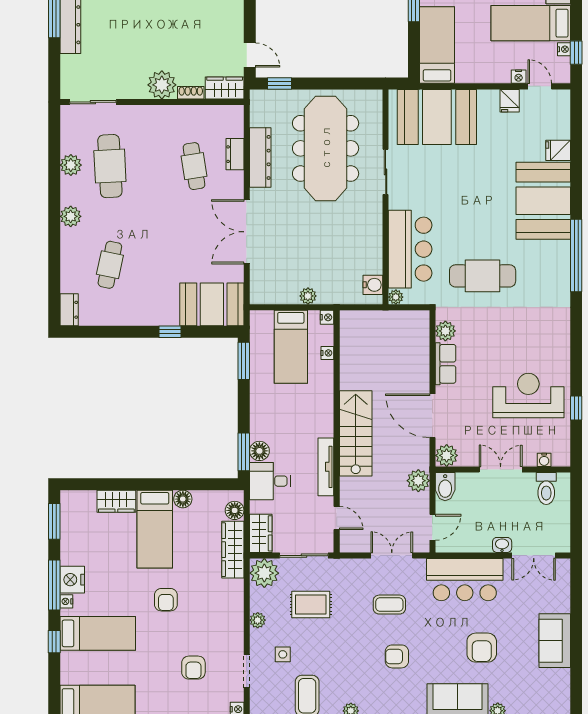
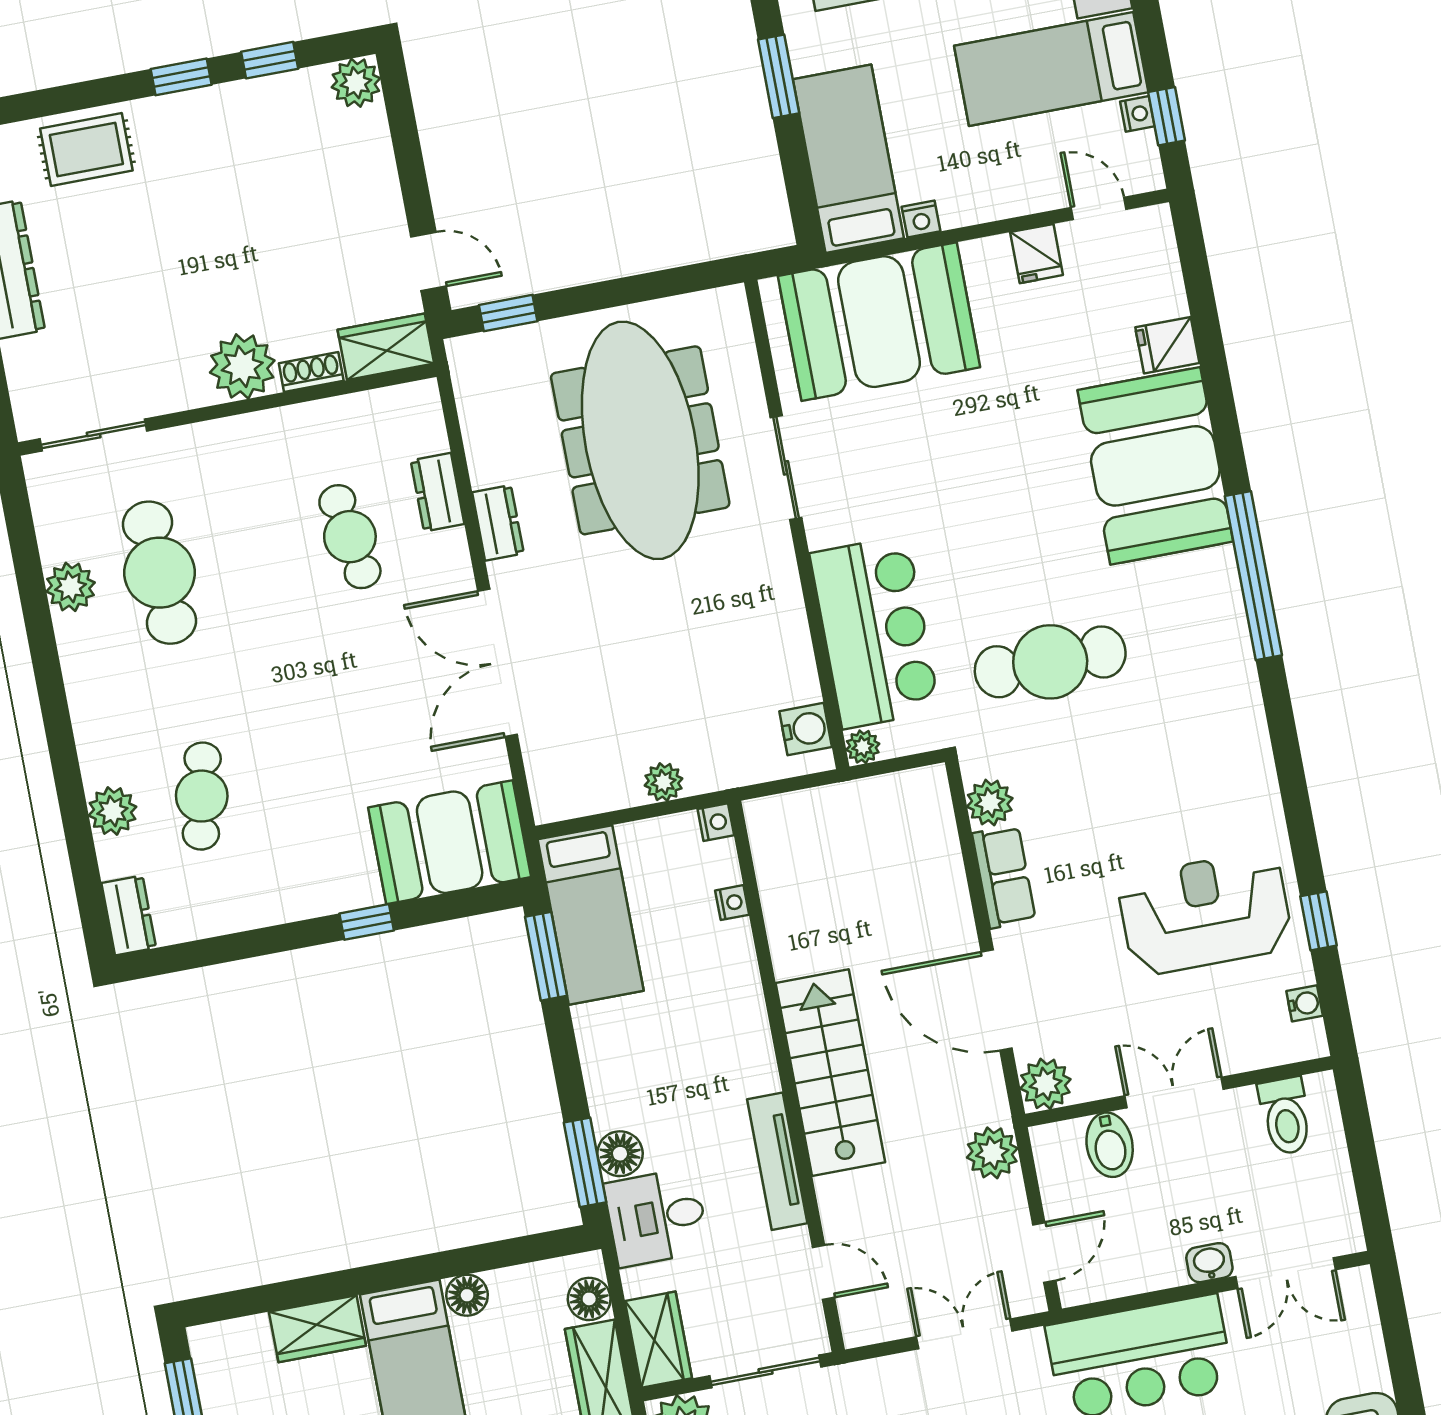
nightstand: (519, 77) -> (921, 219), moved
dresser: (260, 157) -> (498, 523), width x0.51, depth x0.80
plant: (71, 216) -> (112, 811), moved
bed: (291, 347) -> (591, 915), moved
water cooler: (544, 460) -> (1305, 1003), moved, turned -90
bidet: (445, 487) -> (1110, 1145), moved

